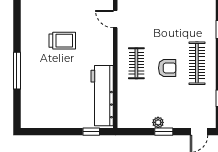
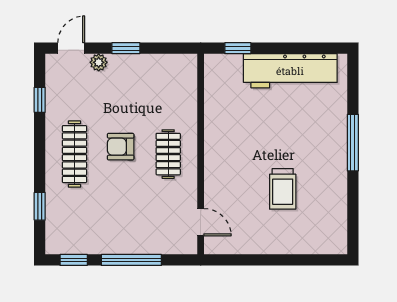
trolley: (62, 41) -> (283, 189), turned -90
workbench: (102, 96) -> (290, 71), moved, turned 90
plant: (158, 122) -> (99, 62), moved

